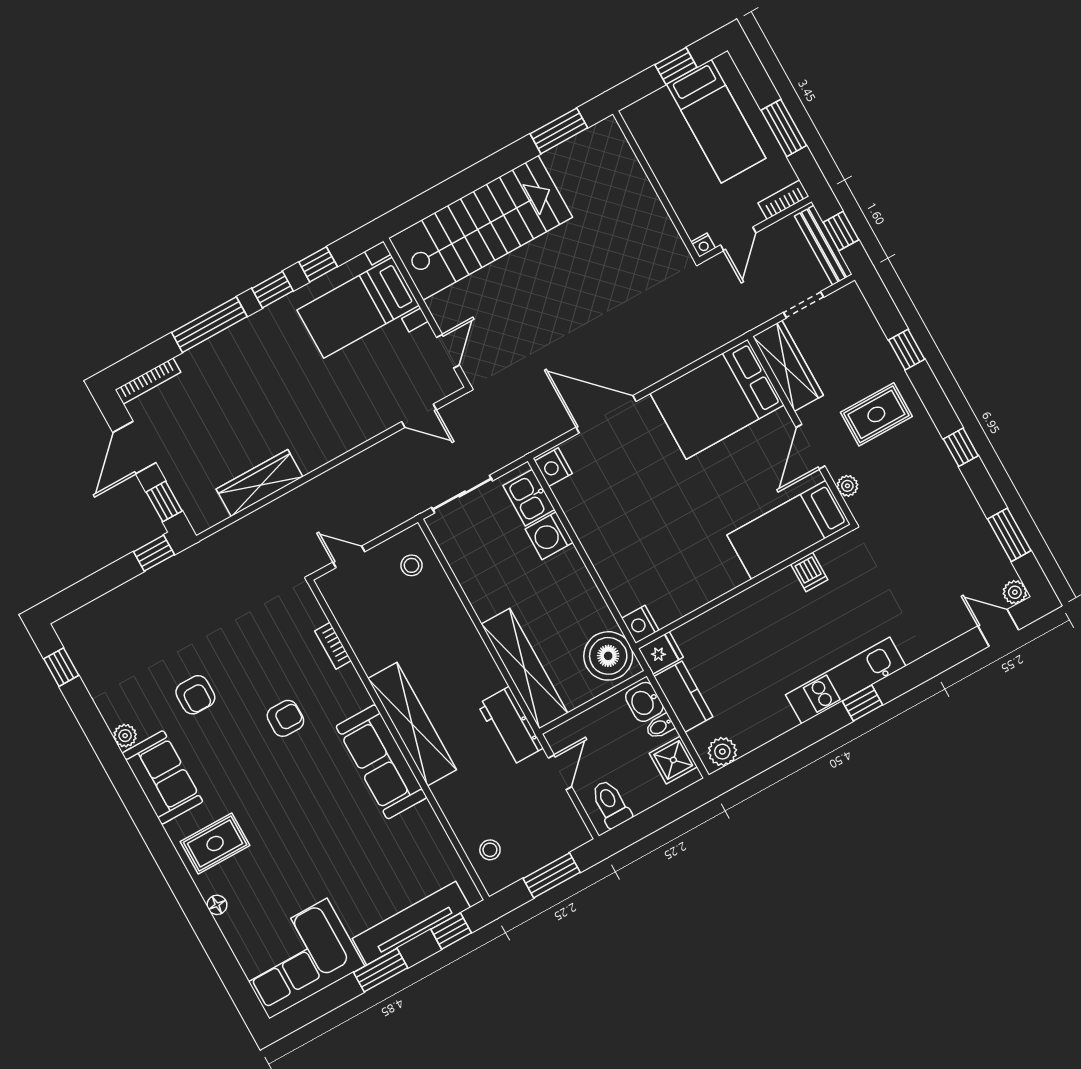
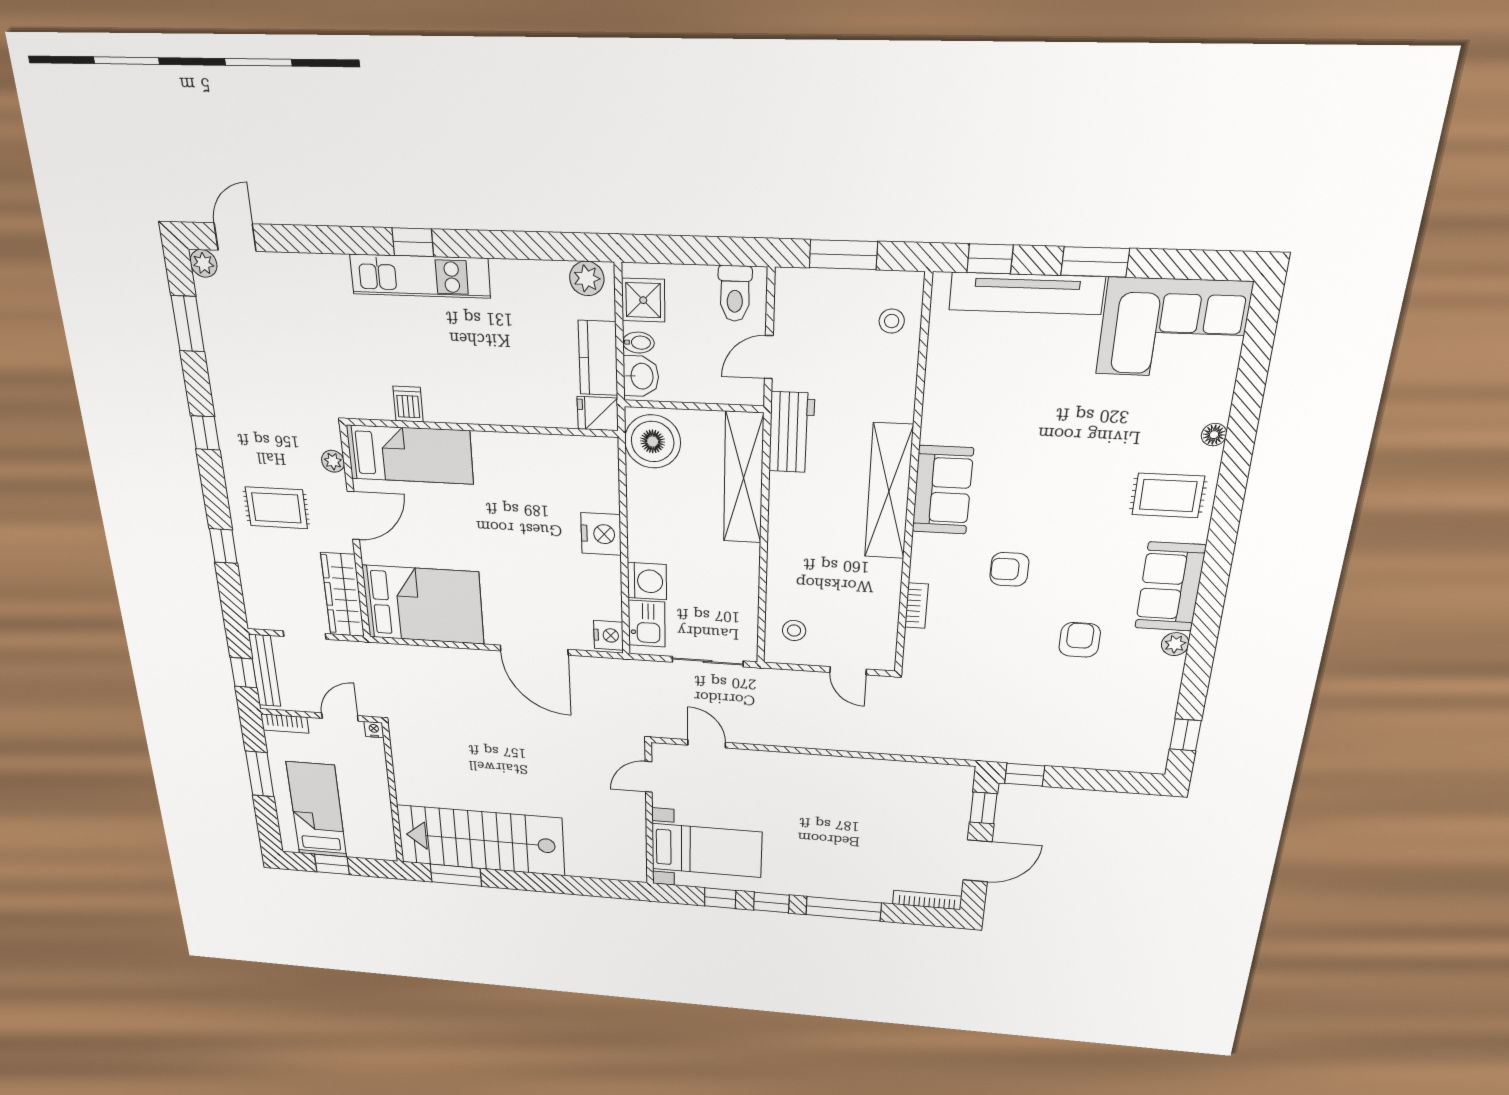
stairs: (480, 228) -> (481, 840), moved
wardrobe: (260, 483) -> (887, 774), removed
nightstand: (640, 624) -> (601, 534), moved, width x1.36, depth x1.33
door: (998, 628) -> (235, 237), swing flipped
sofa: (381, 762) -> (943, 490), width x0.73

